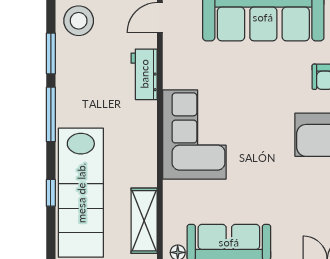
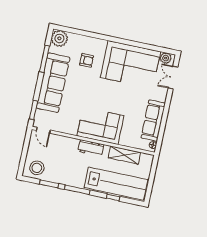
workbench: (144, 74) -> (91, 148), moved
shelving: (144, 221) -> (124, 155), moved

